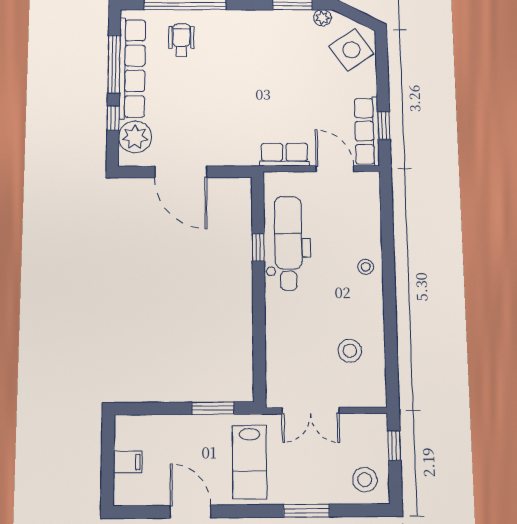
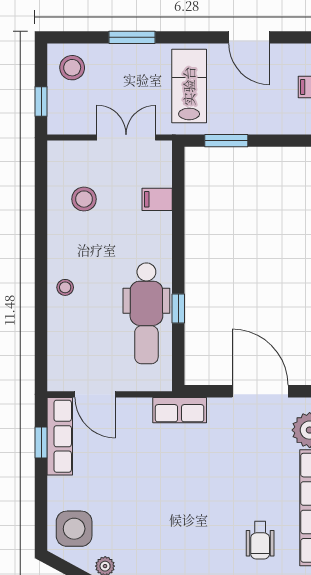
side table: (351, 50) -> (74, 529), turned 35
row of seats: (284, 155) -> (180, 410), moved
filing cabinet: (279, 351) -> (157, 199), added

